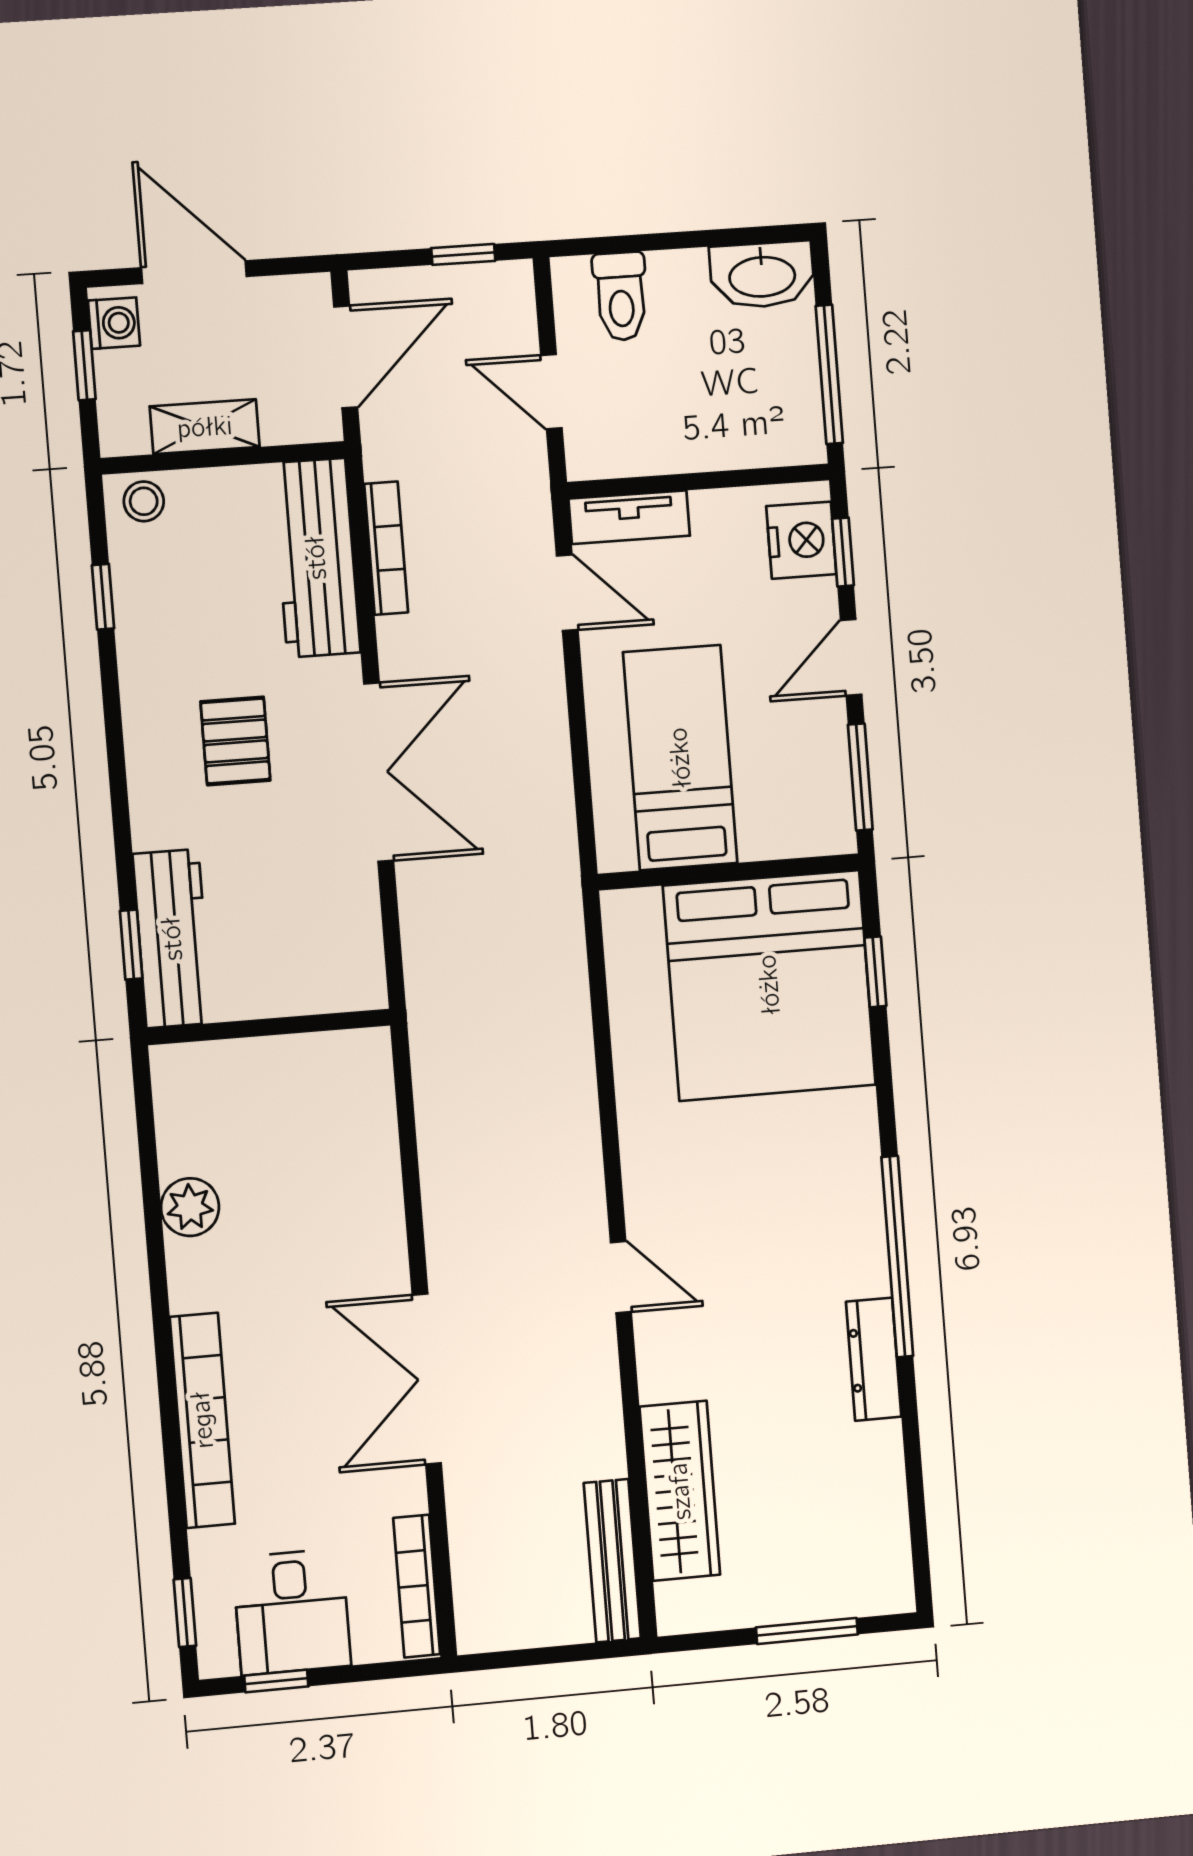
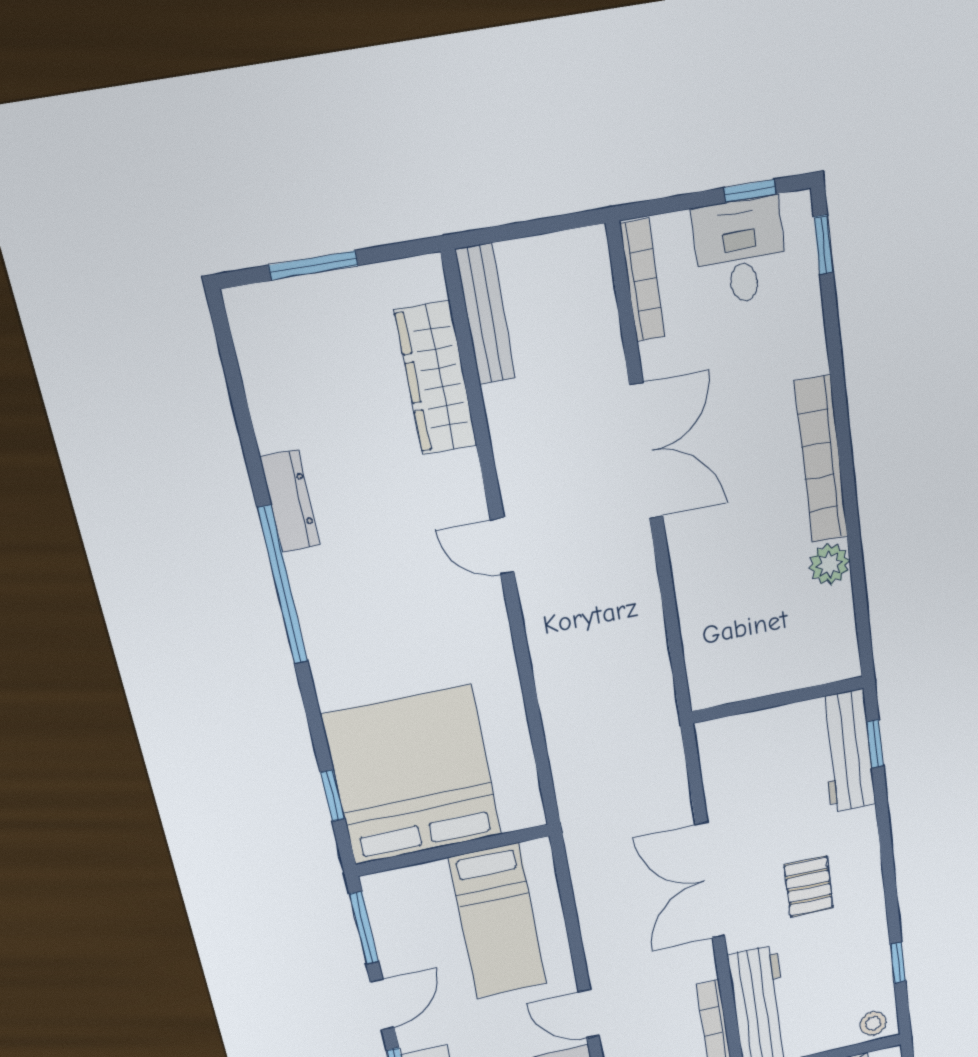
bookcase: (202, 1420) -> (821, 460), moved

